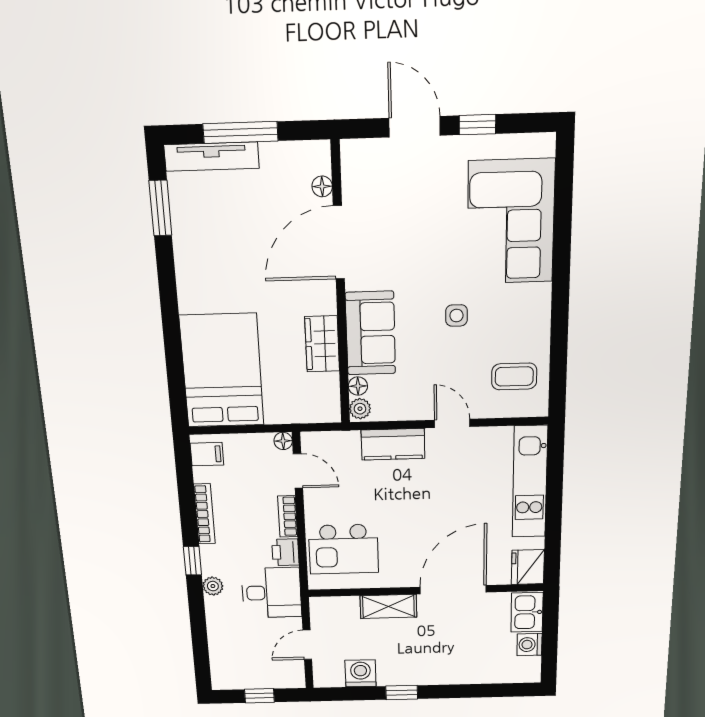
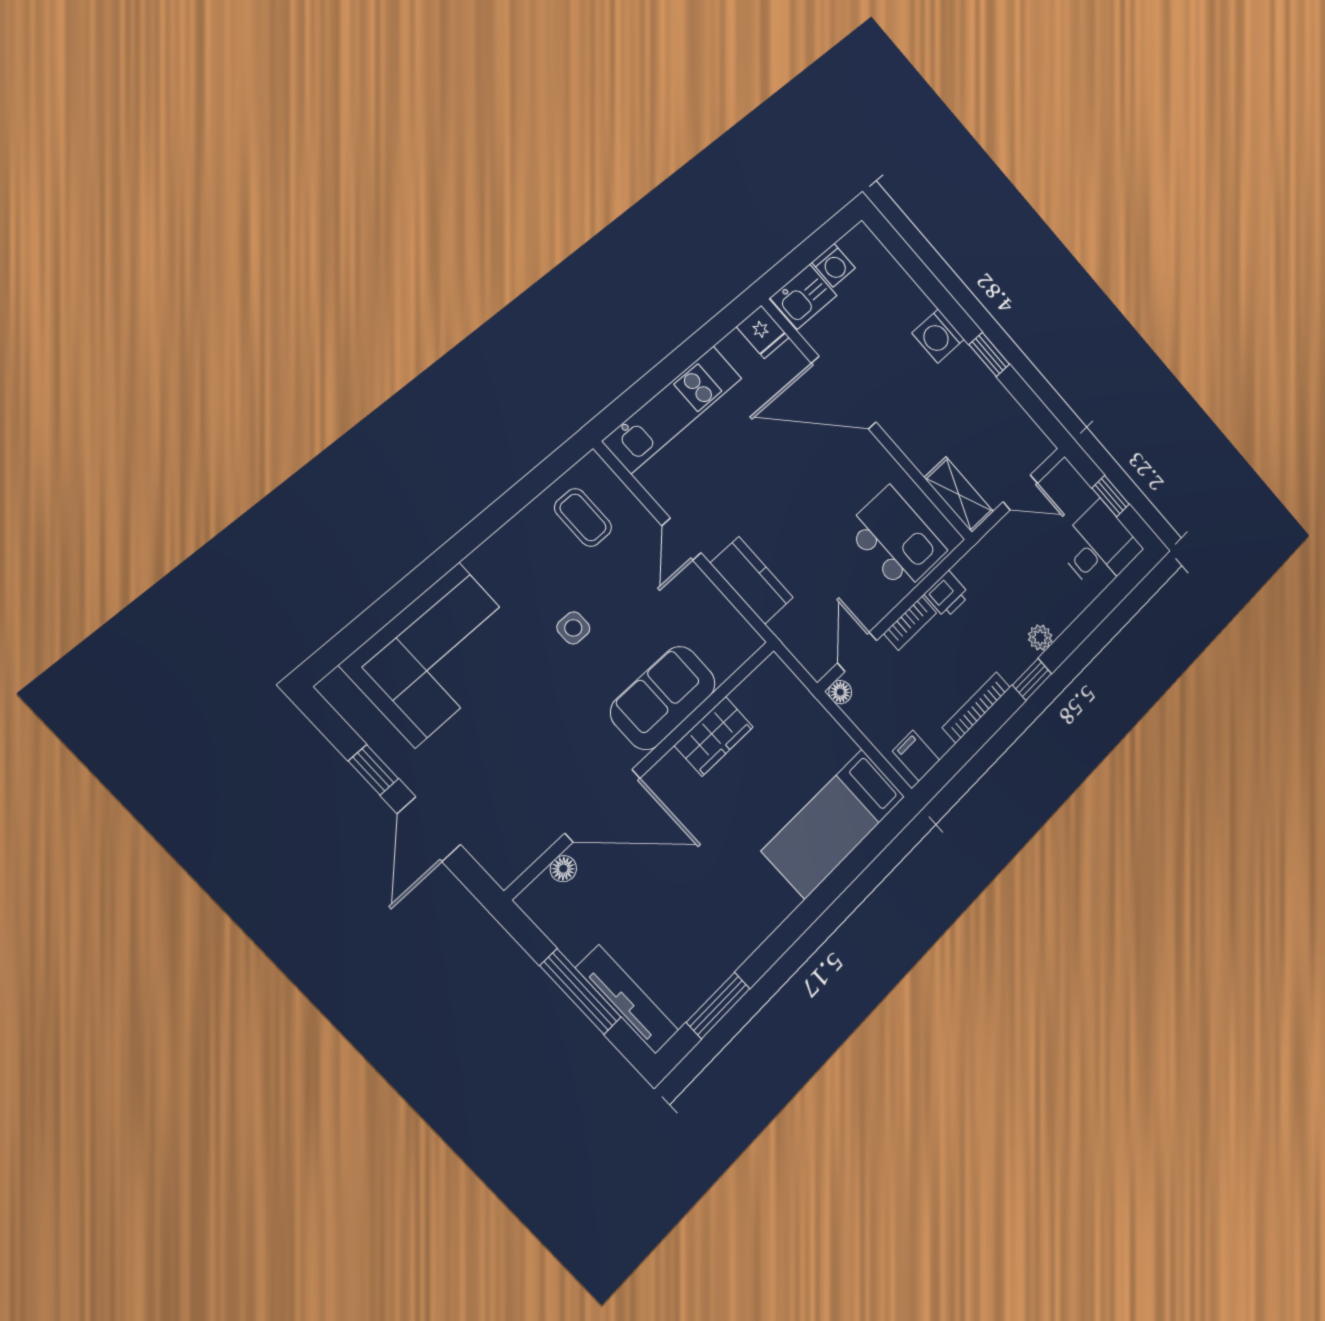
bed: (222, 371) -> (834, 823), width x0.67
floor lamp: (358, 386) -> (725, 665), removed
plant: (360, 409) -> (745, 644), removed
fridge: (528, 567) -> (763, 332), width x0.72
desk: (271, 593) -> (1099, 547), moved, turned 90
shelving: (388, 606) -> (959, 495), moved
washing machine: (361, 673) -> (938, 336), moved

